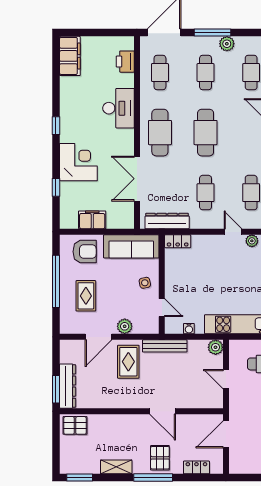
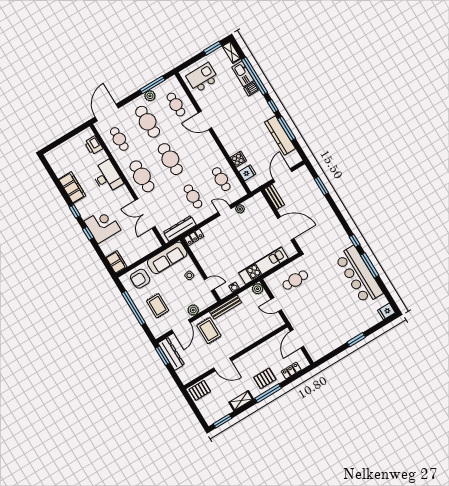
window: (213, 33) -> (152, 85), moved
filing cabinet: (70, 56) -> (72, 188), moved
cafe table: (206, 73) -> (148, 122), width x1.37, depth x1.35
window: (56, 187) -> (88, 233), moved
filing cabinet: (92, 220) -> (116, 262), moved, turned 90
armchair: (85, 252) -> (140, 279), turned 180
dresser: (68, 386) -> (171, 354), moved
window: (56, 389) -> (163, 356), moved
door: (163, 411) -> (223, 364), moved
pallet: (160, 458) -> (265, 378), turned 90

